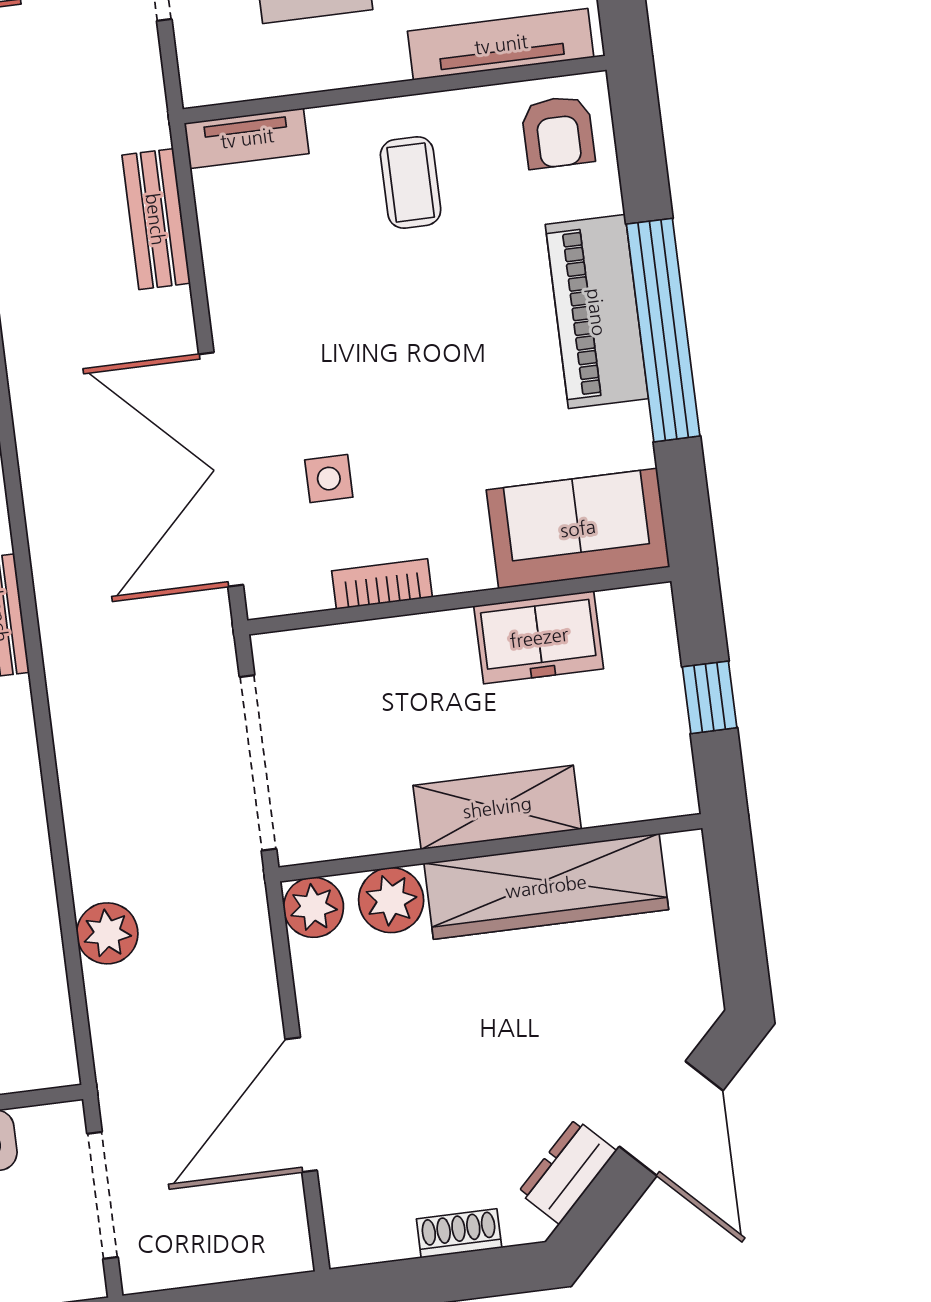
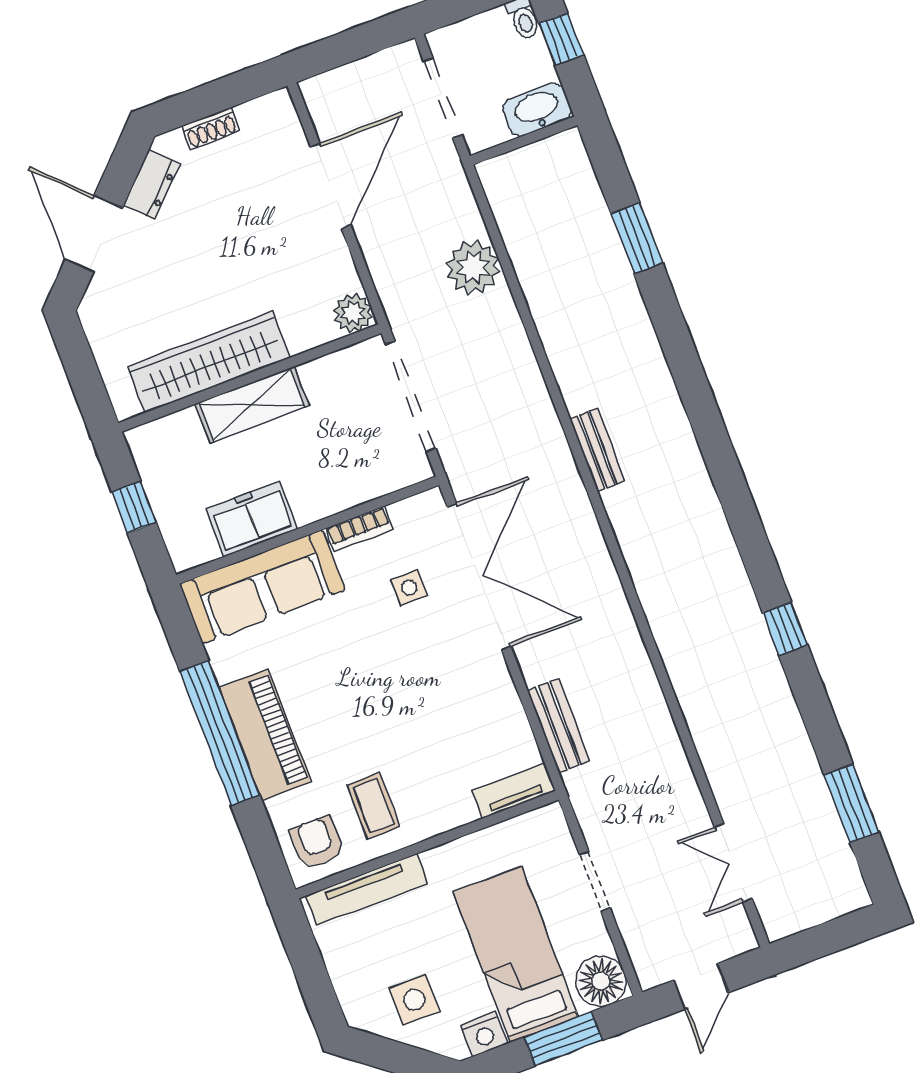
coffee table: (411, 182) -> (374, 806), moved
sofa: (578, 528) -> (262, 587), width x1.36
plant: (391, 900) -> (305, 330), removed
plant: (107, 933) -> (473, 267), width x1.36, depth x1.36

